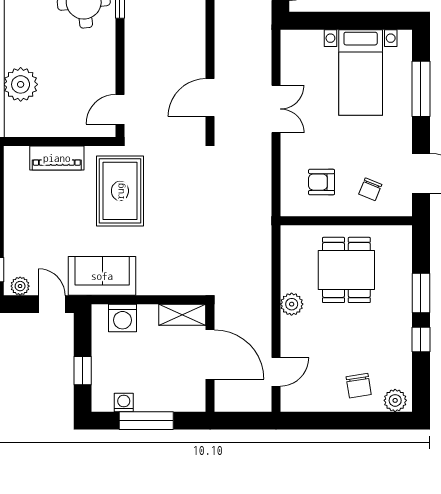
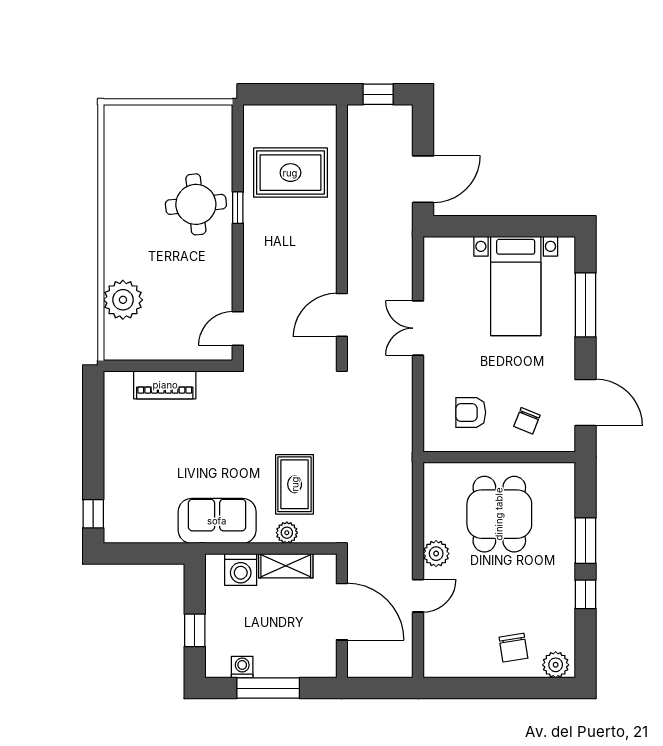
double door: (276, 109) -> (418, 328), swing flipped
rug: (120, 191) -> (295, 484), moved, width x0.73, depth x0.70
plant: (20, 286) -> (287, 533), moved
door: (52, 304) -> (159, 554), removed
shelving: (182, 315) -> (286, 566), moved
door: (276, 372) -> (418, 596), moved

